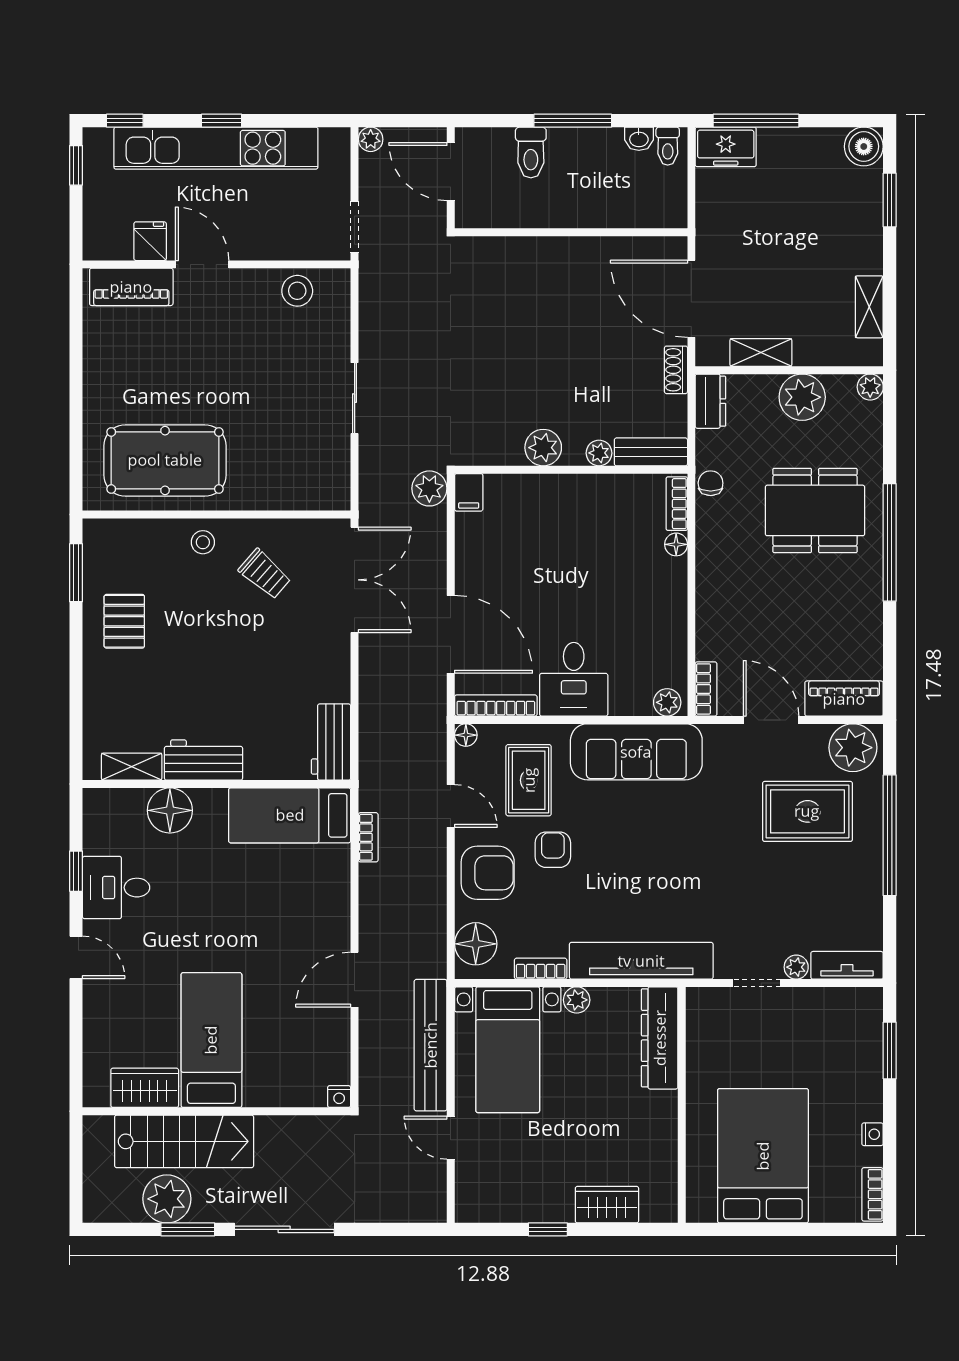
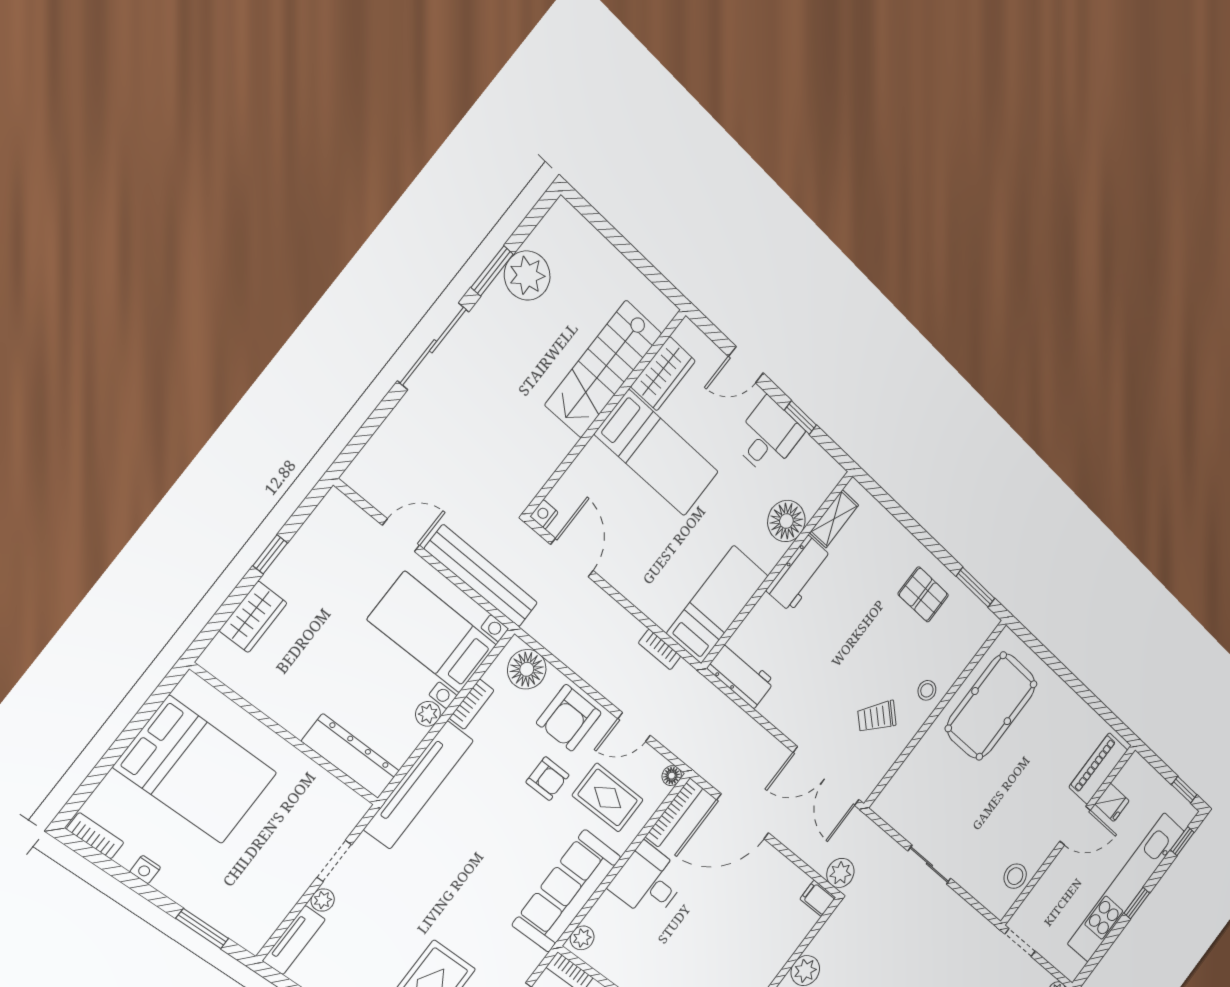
bed: (211, 1040) -> (657, 453), moved
wardrobe: (145, 1088) -> (663, 374), moved
nightstand: (339, 1097) -> (544, 514), moved
wall: (217, 1111) -> (605, 413), moved
stairs: (184, 1141) -> (603, 369), moved

